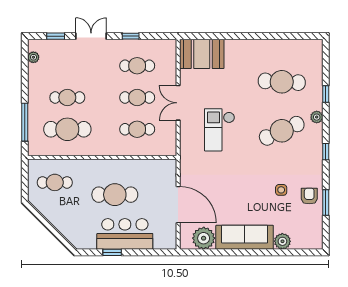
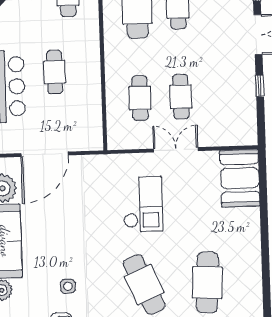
cafe table: (137, 66) -> (222, 95), removed
checkout: (219, 130) -> (143, 204), turned 90
cafe table: (115, 195) -> (55, 72), width x0.73, depth x0.74

